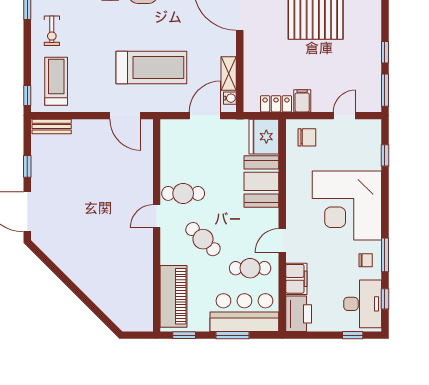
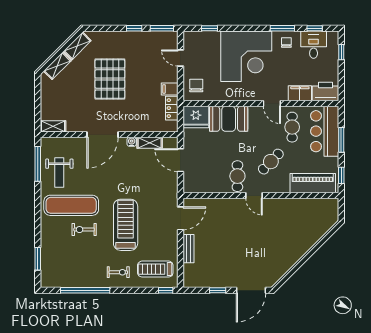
treadmill: (151, 67) -> (126, 225), moved
water cooler: (230, 98) -> (132, 142), moved
bench: (52, 127) -> (188, 249), moved
desk: (363, 304) -> (314, 45), width x0.73

